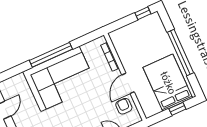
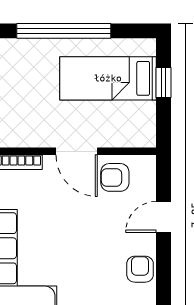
bed: (168, 83) -> (108, 78), width x0.67

